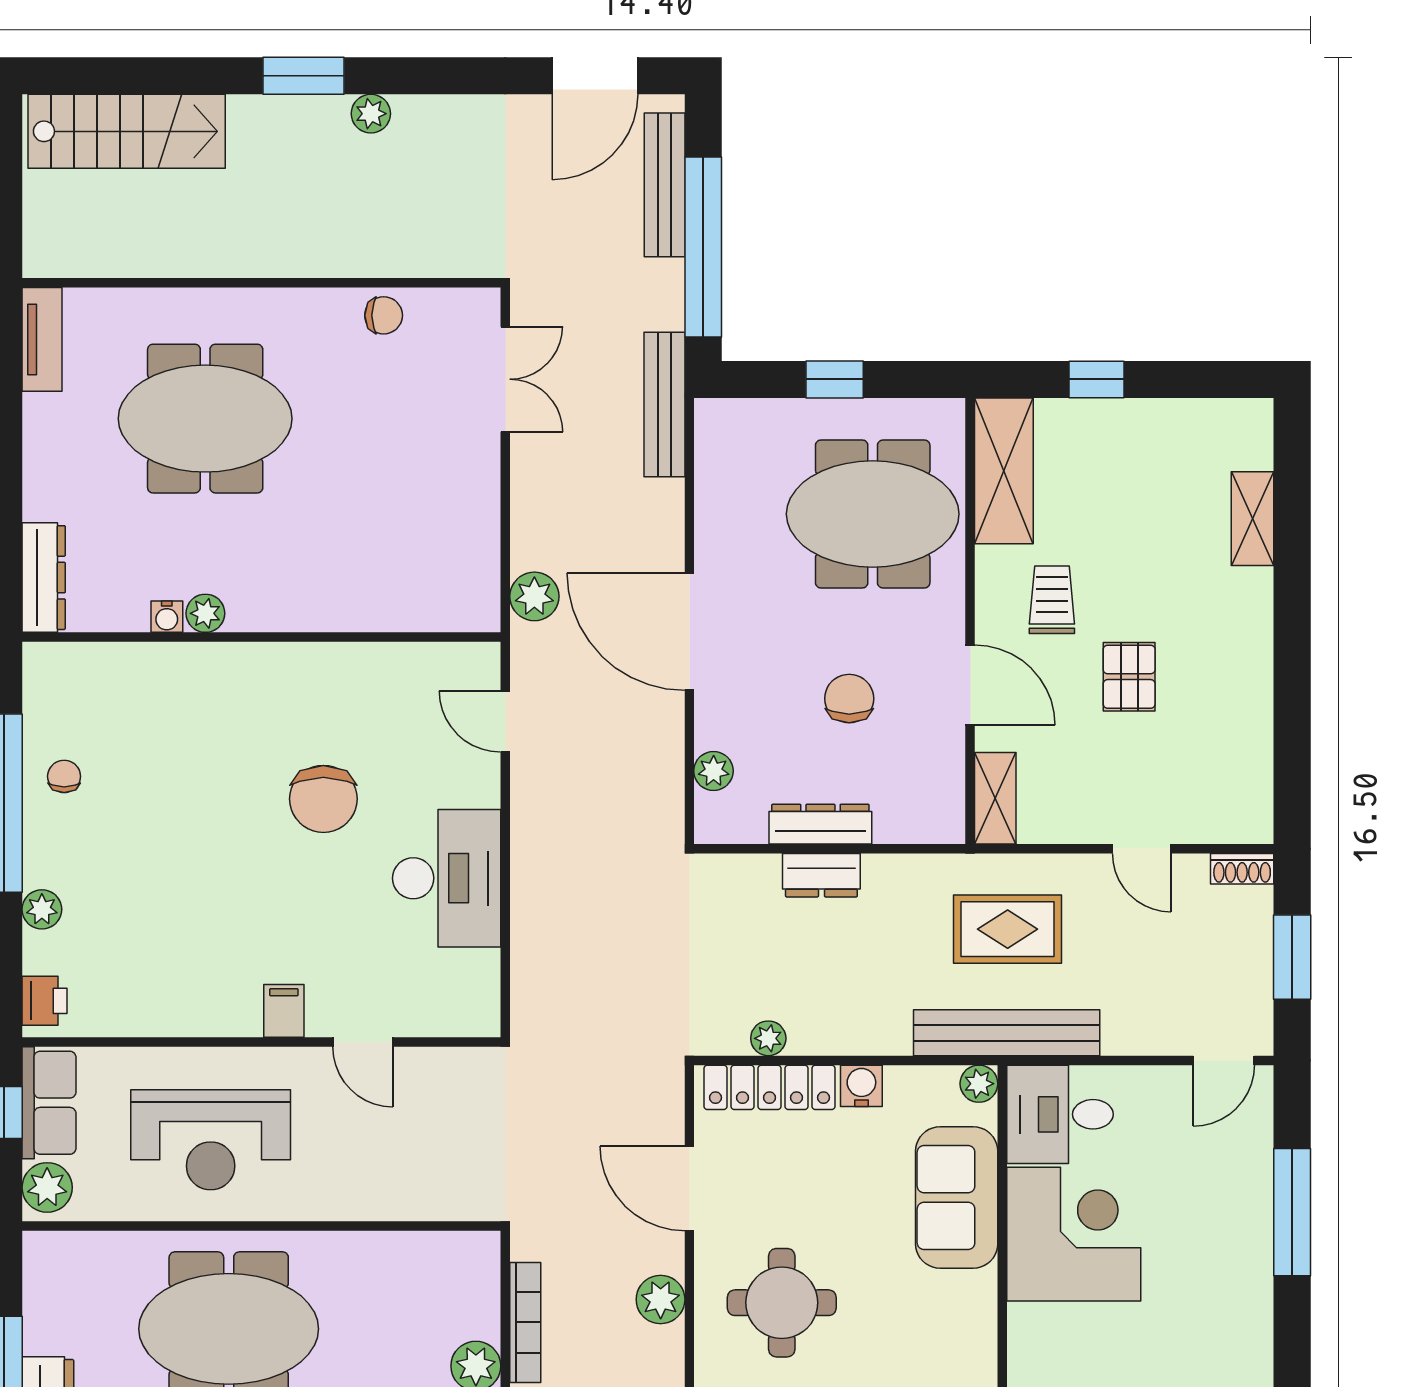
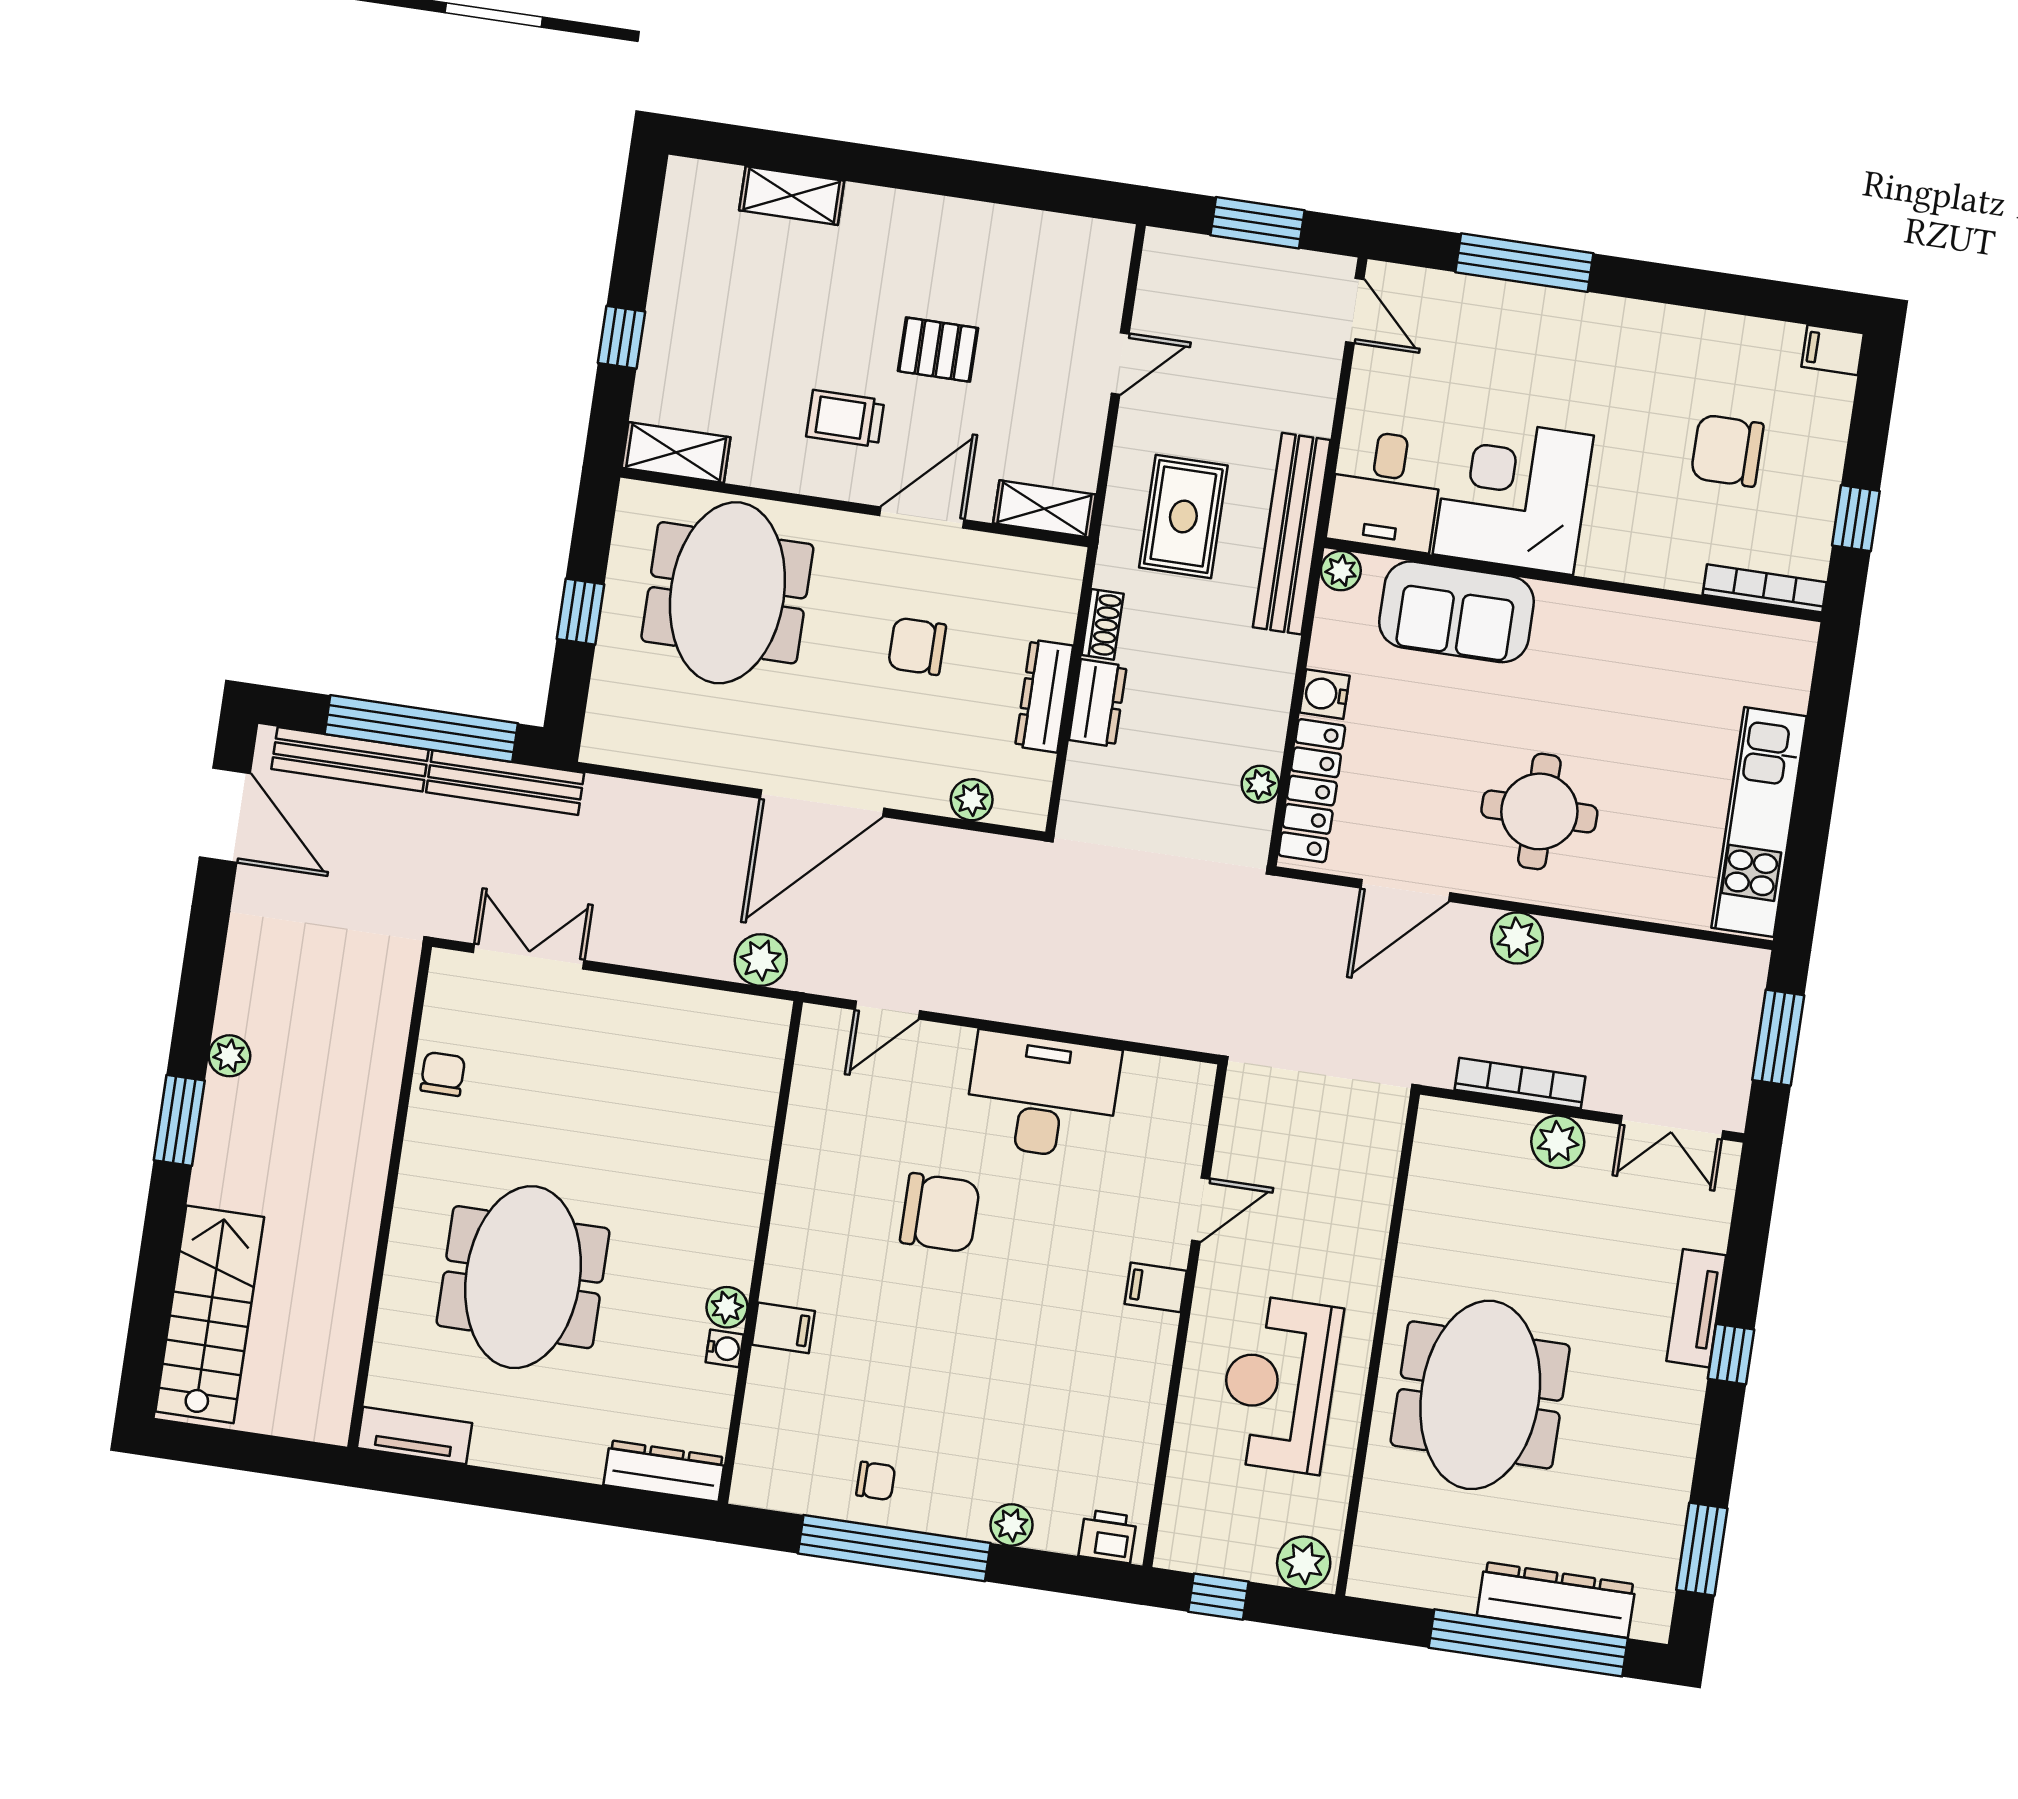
bench: (664, 405) -> (505, 782), moved
shelving: (1004, 471) -> (676, 452), width x0.67, depth x0.75
filing cabinet: (194, 669) -> (783, 1328), added
chair: (64, 776) -> (876, 1481), turned 180
shoe rack: (1242, 869) -> (1103, 624), moved
row of seats: (49, 1103) -> (1215, 1548), removed
reception desk: (211, 1140) -> (1279, 1384), turned 180

